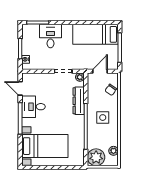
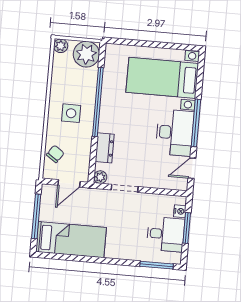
desk: (50, 36) -> (166, 234), moved, turned -90
door: (20, 88) -> (192, 168), swing flipped
dresser: (79, 101) -> (105, 148), width x0.70
desk: (33, 107) -> (175, 133), width x1.37
plant: (113, 151) -> (61, 46), moved

